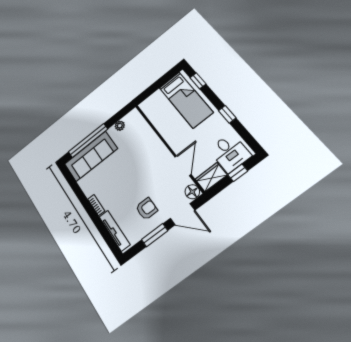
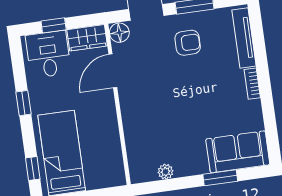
window: (88, 141) -> (220, 178), width x0.47
sofa: (91, 156) -> (238, 152), width x0.73
armchair: (147, 209) -> (188, 43), turned 180

